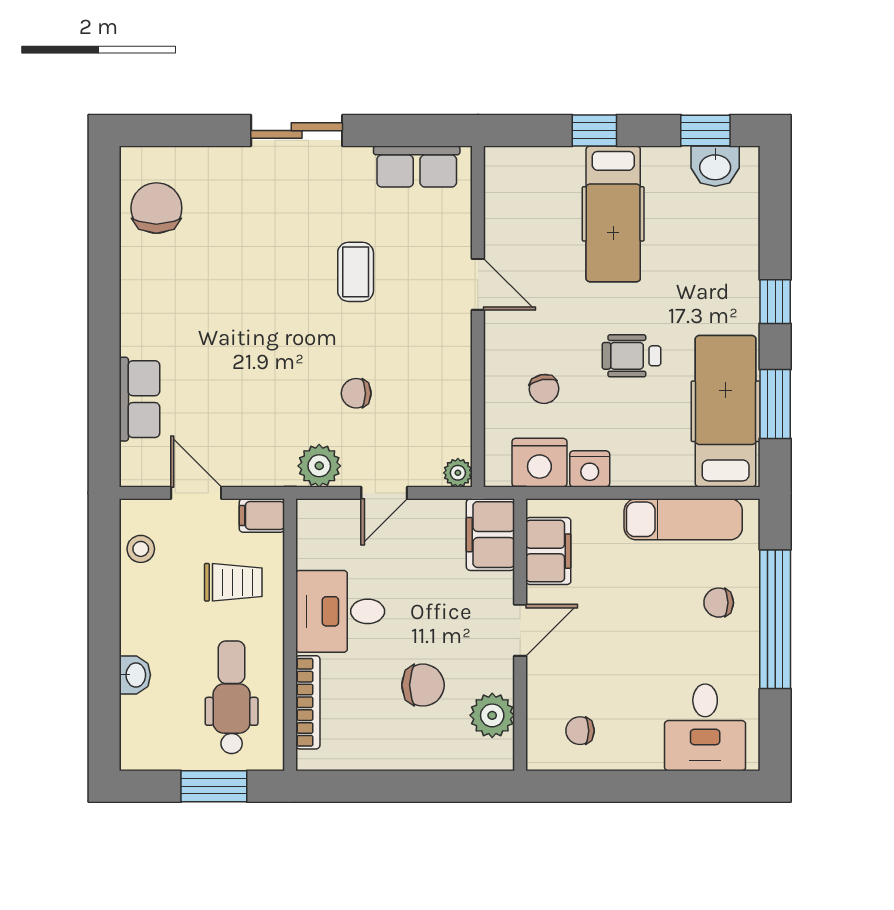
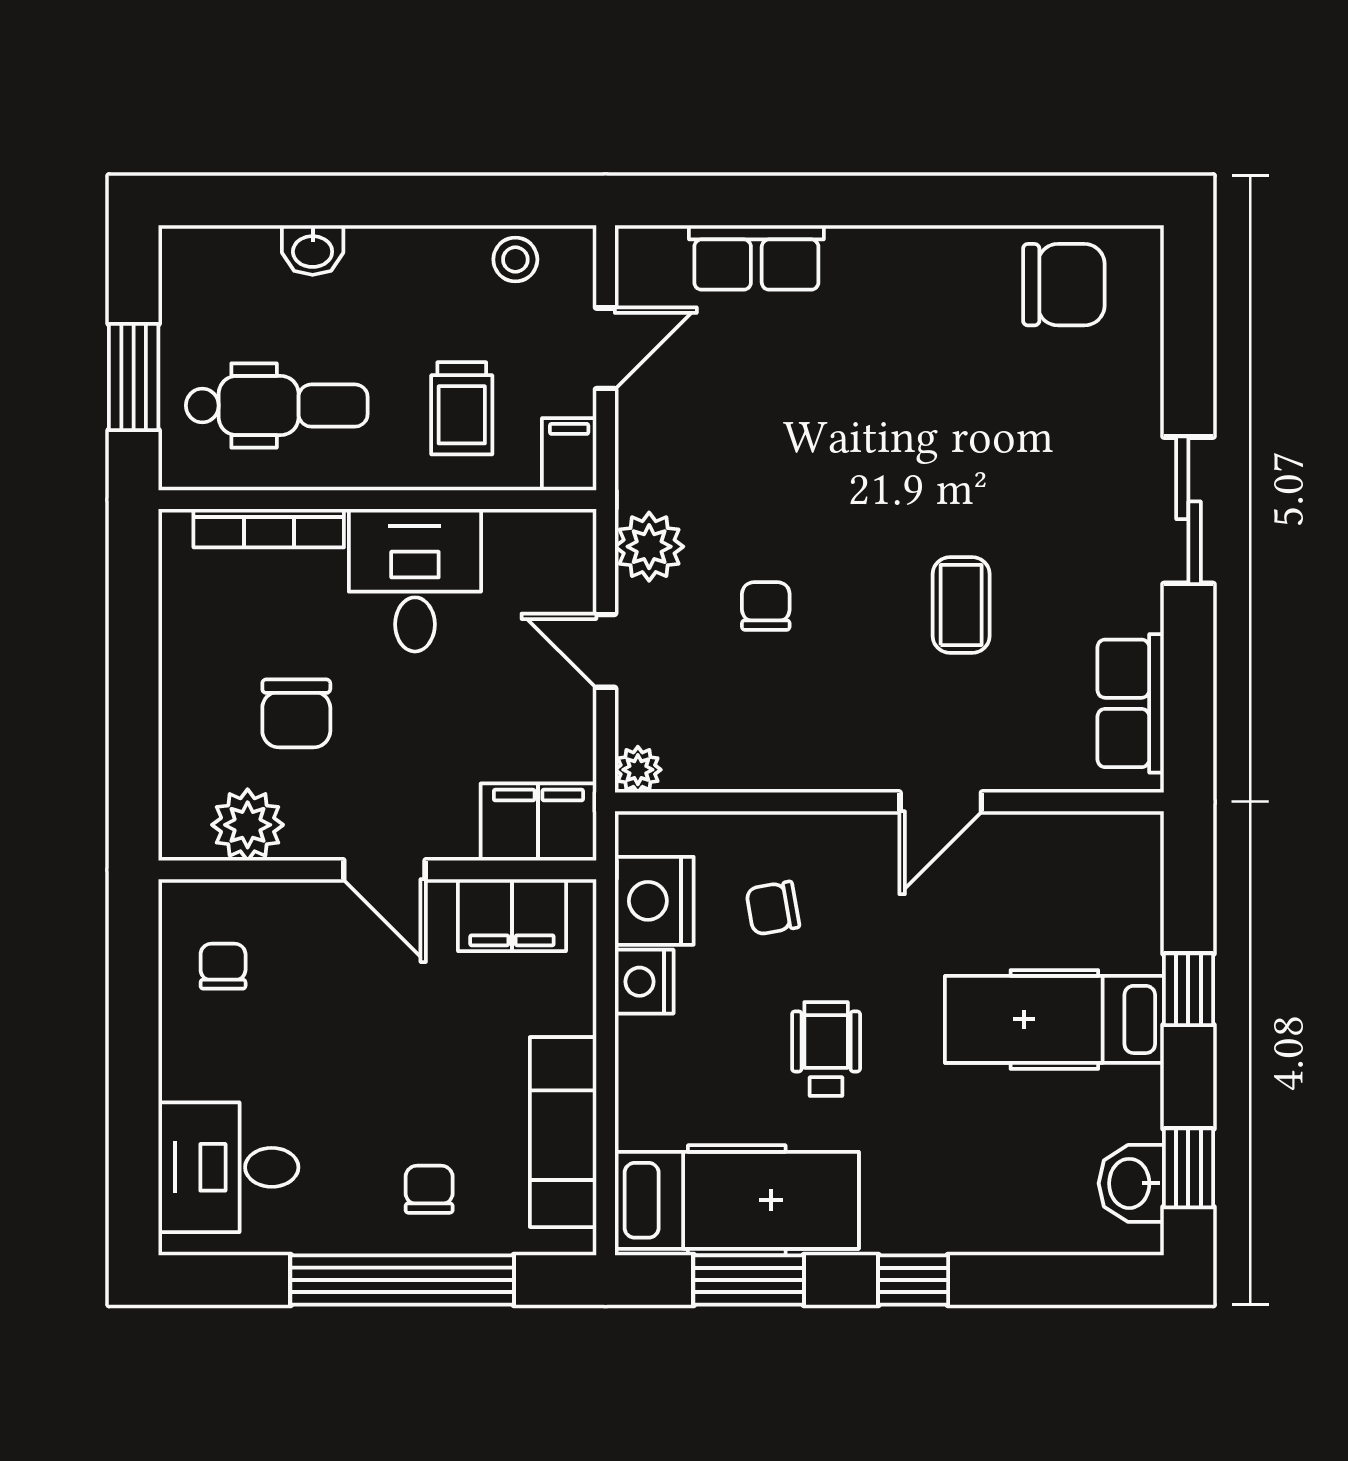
coffee table: (356, 272) -> (961, 605), turned 90

